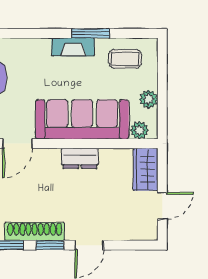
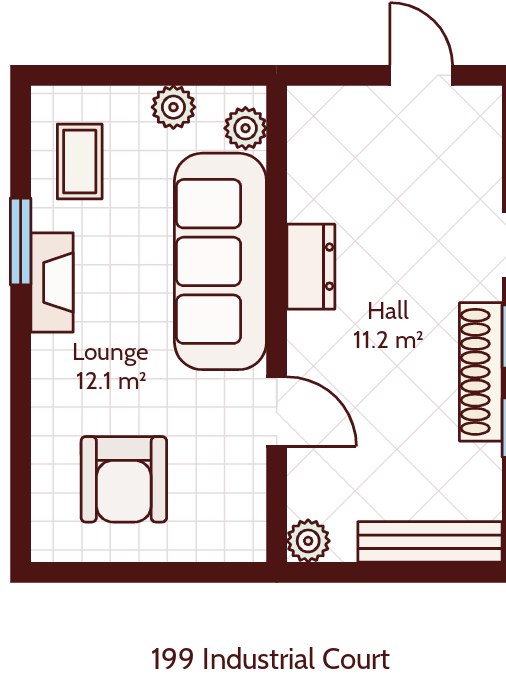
wardrobe: (145, 169) -> (336, 114), removed

